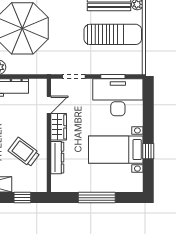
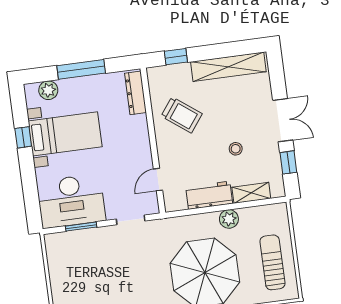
sun lounger: (113, 34) -> (88, 280), removed
wardrobe: (59, 127) -> (142, 153), removed
dresser: (57, 158) -> (135, 93), moved
plant: (124, 185) -> (48, 90), added

